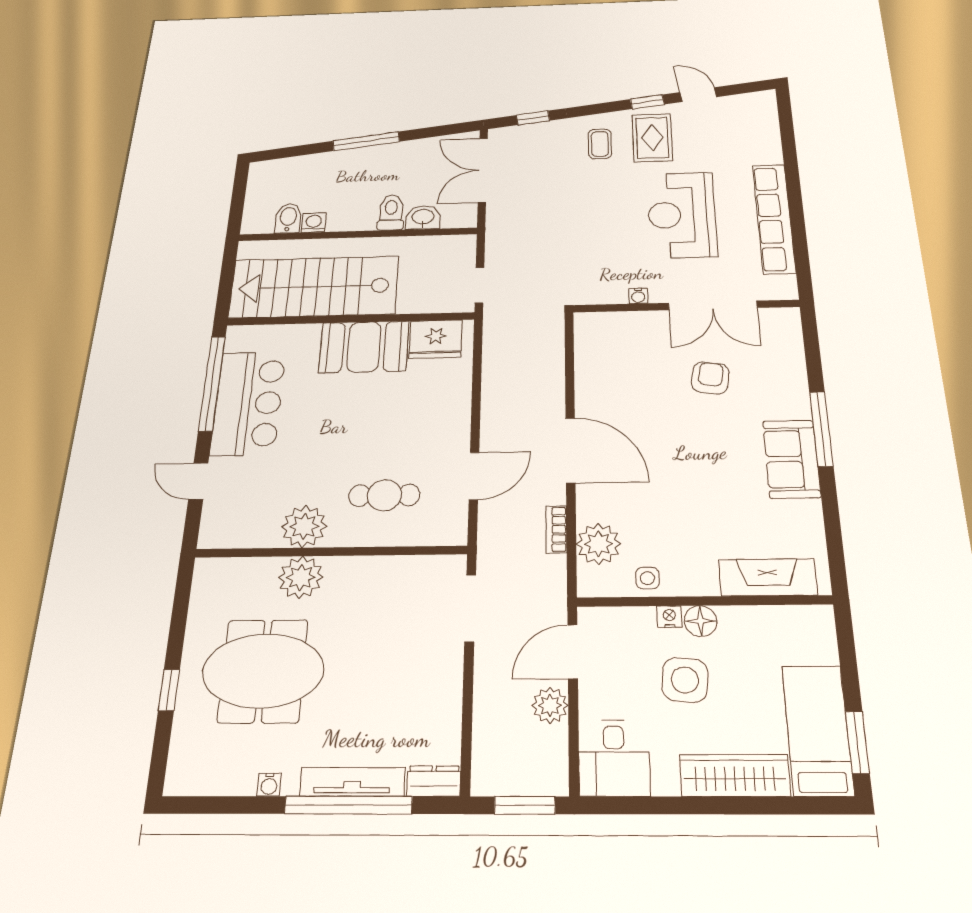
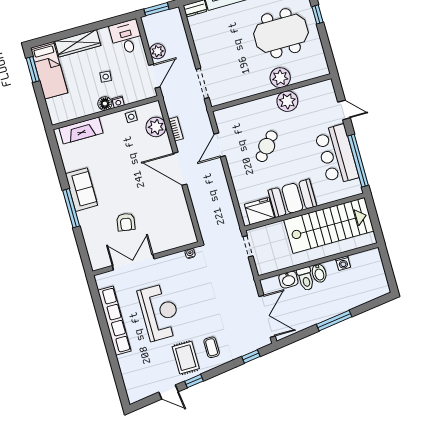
bidet: (288, 218) -> (319, 273), moved
water cooler: (638, 296) -> (190, 253), moved
cafe table: (384, 495) -> (267, 146), moved, turned -49
side table: (685, 680) -> (106, 77), width x0.54, depth x0.54

